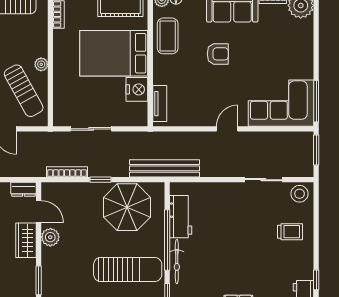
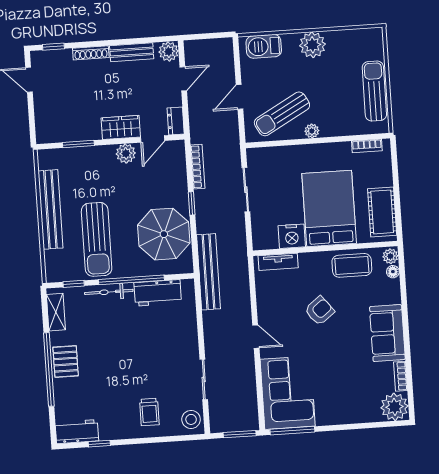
armchair: (218, 54) -> (320, 311), moved, turned -128

